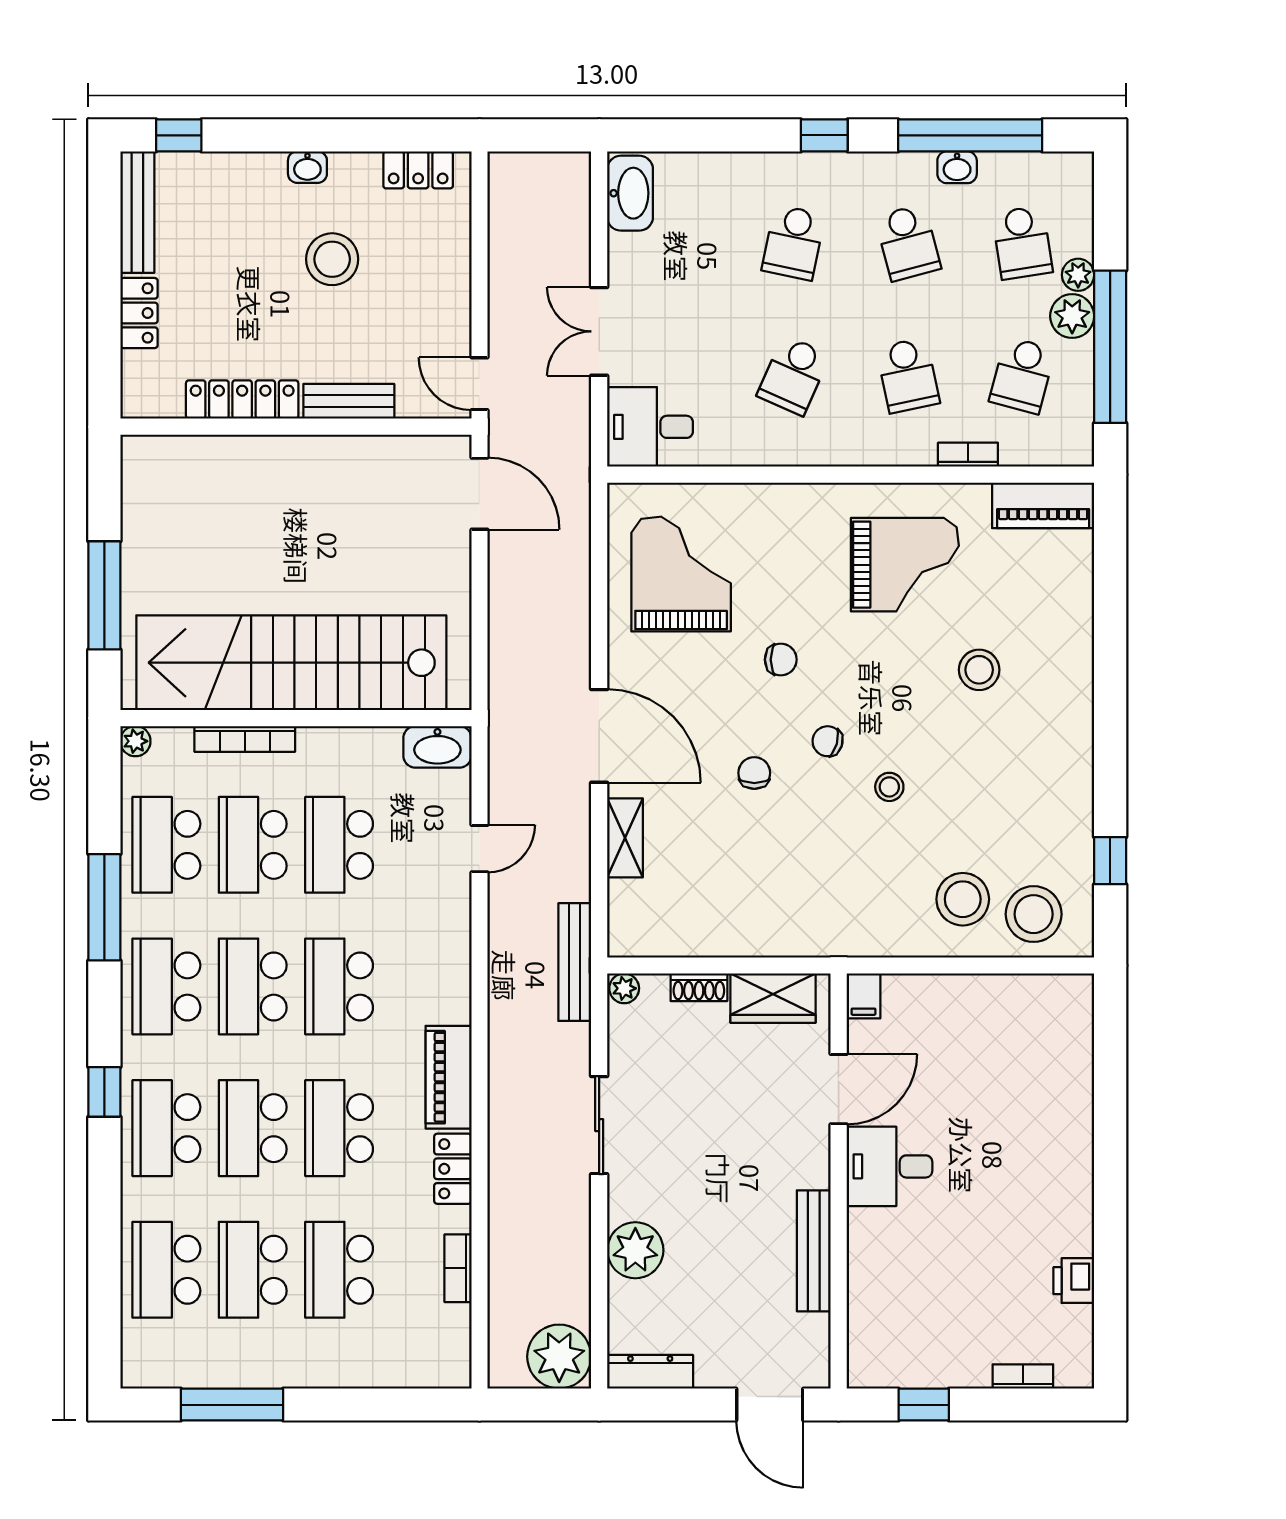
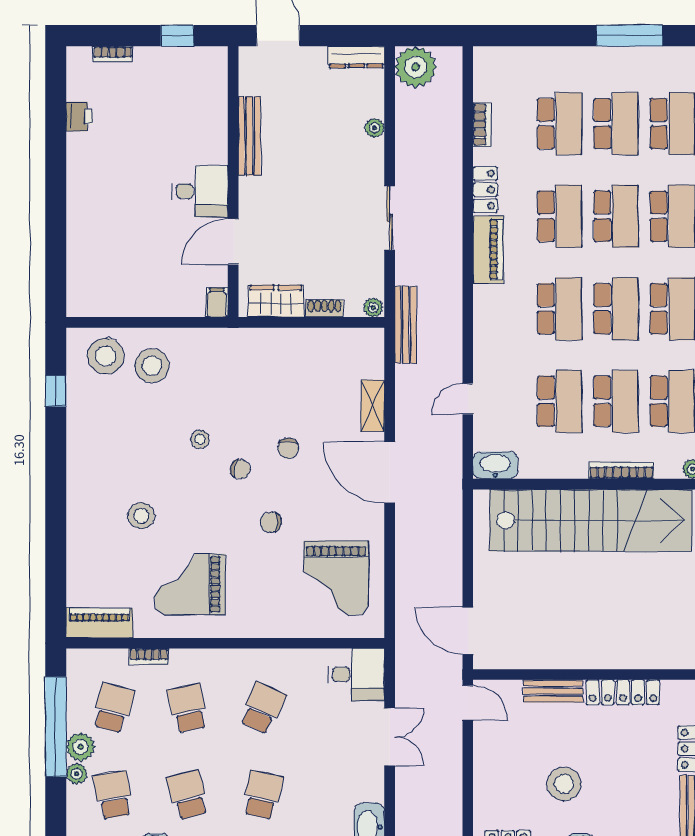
plant: (635, 1250) -> (375, 128), width x0.53, depth x0.53

